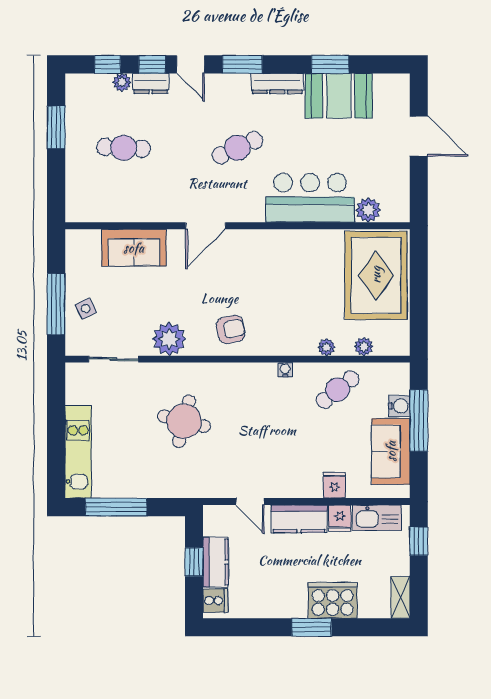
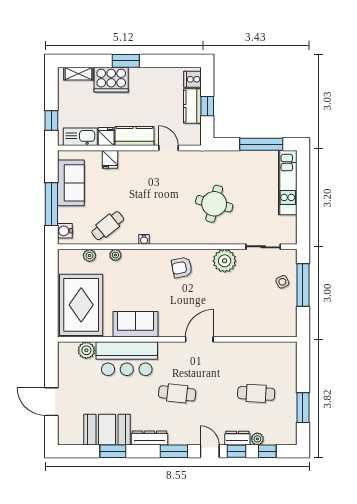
cafe table: (237, 148) -> (177, 393), turned 30
sofa: (134, 248) -> (135, 324), moved
water cooler: (399, 406) -> (65, 231), moved
shelving: (400, 597) -> (78, 74), moved, turned 90

